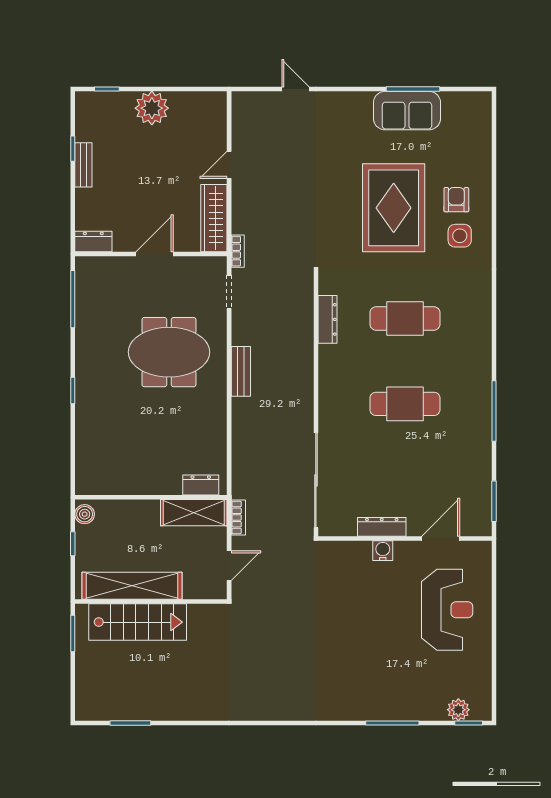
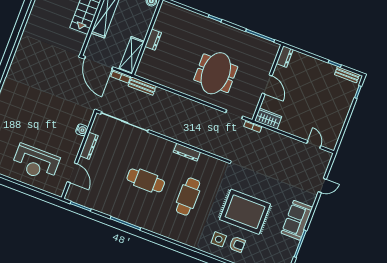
plant: (152, 108) -> (340, 111), removed
sofa: (407, 111) -> (297, 220), moved
bench: (83, 165) -> (347, 75), moved
door: (229, 165) -> (314, 145), moved
wardrobe: (214, 218) -> (268, 119), width x0.67
dresser: (327, 319) -> (187, 152), moved
bench: (241, 371) -> (142, 86), moved
cafe table: (405, 404) -> (146, 180), turned 90
dresser: (201, 485) -> (153, 40), moved
water cooler: (383, 551) -> (82, 130), moved
door: (229, 566) -> (99, 63), width x1.88

